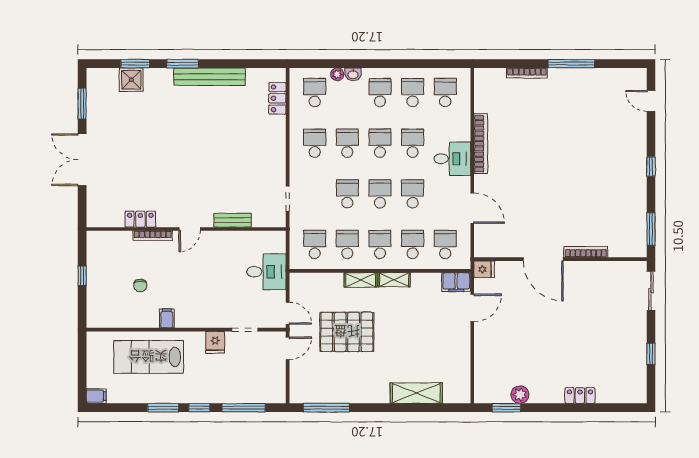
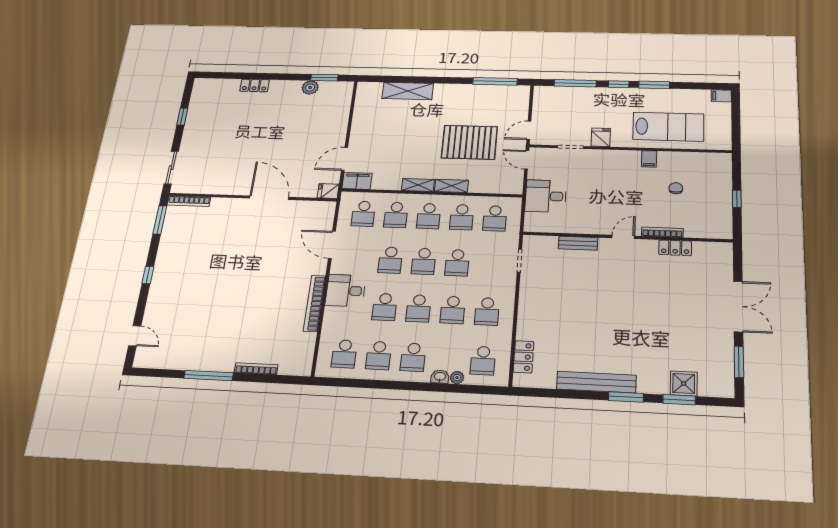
bookcase: (586, 252) -> (189, 201), moved

